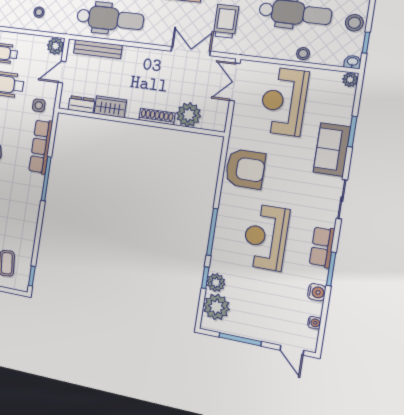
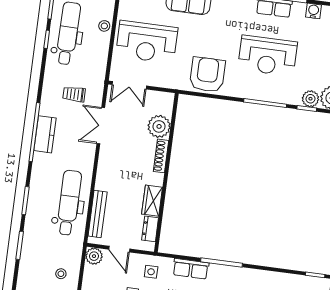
trolley: (226, 21) -> (74, 94), width x0.73, depth x0.72
row of seats: (41, 147) -> (191, 269), width x0.68

